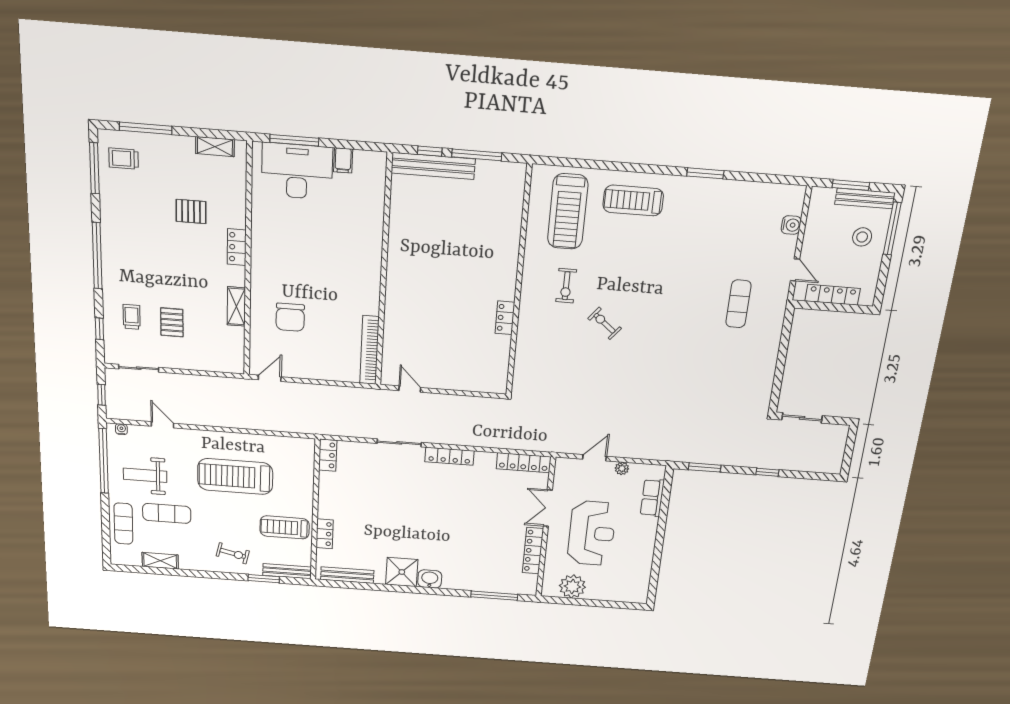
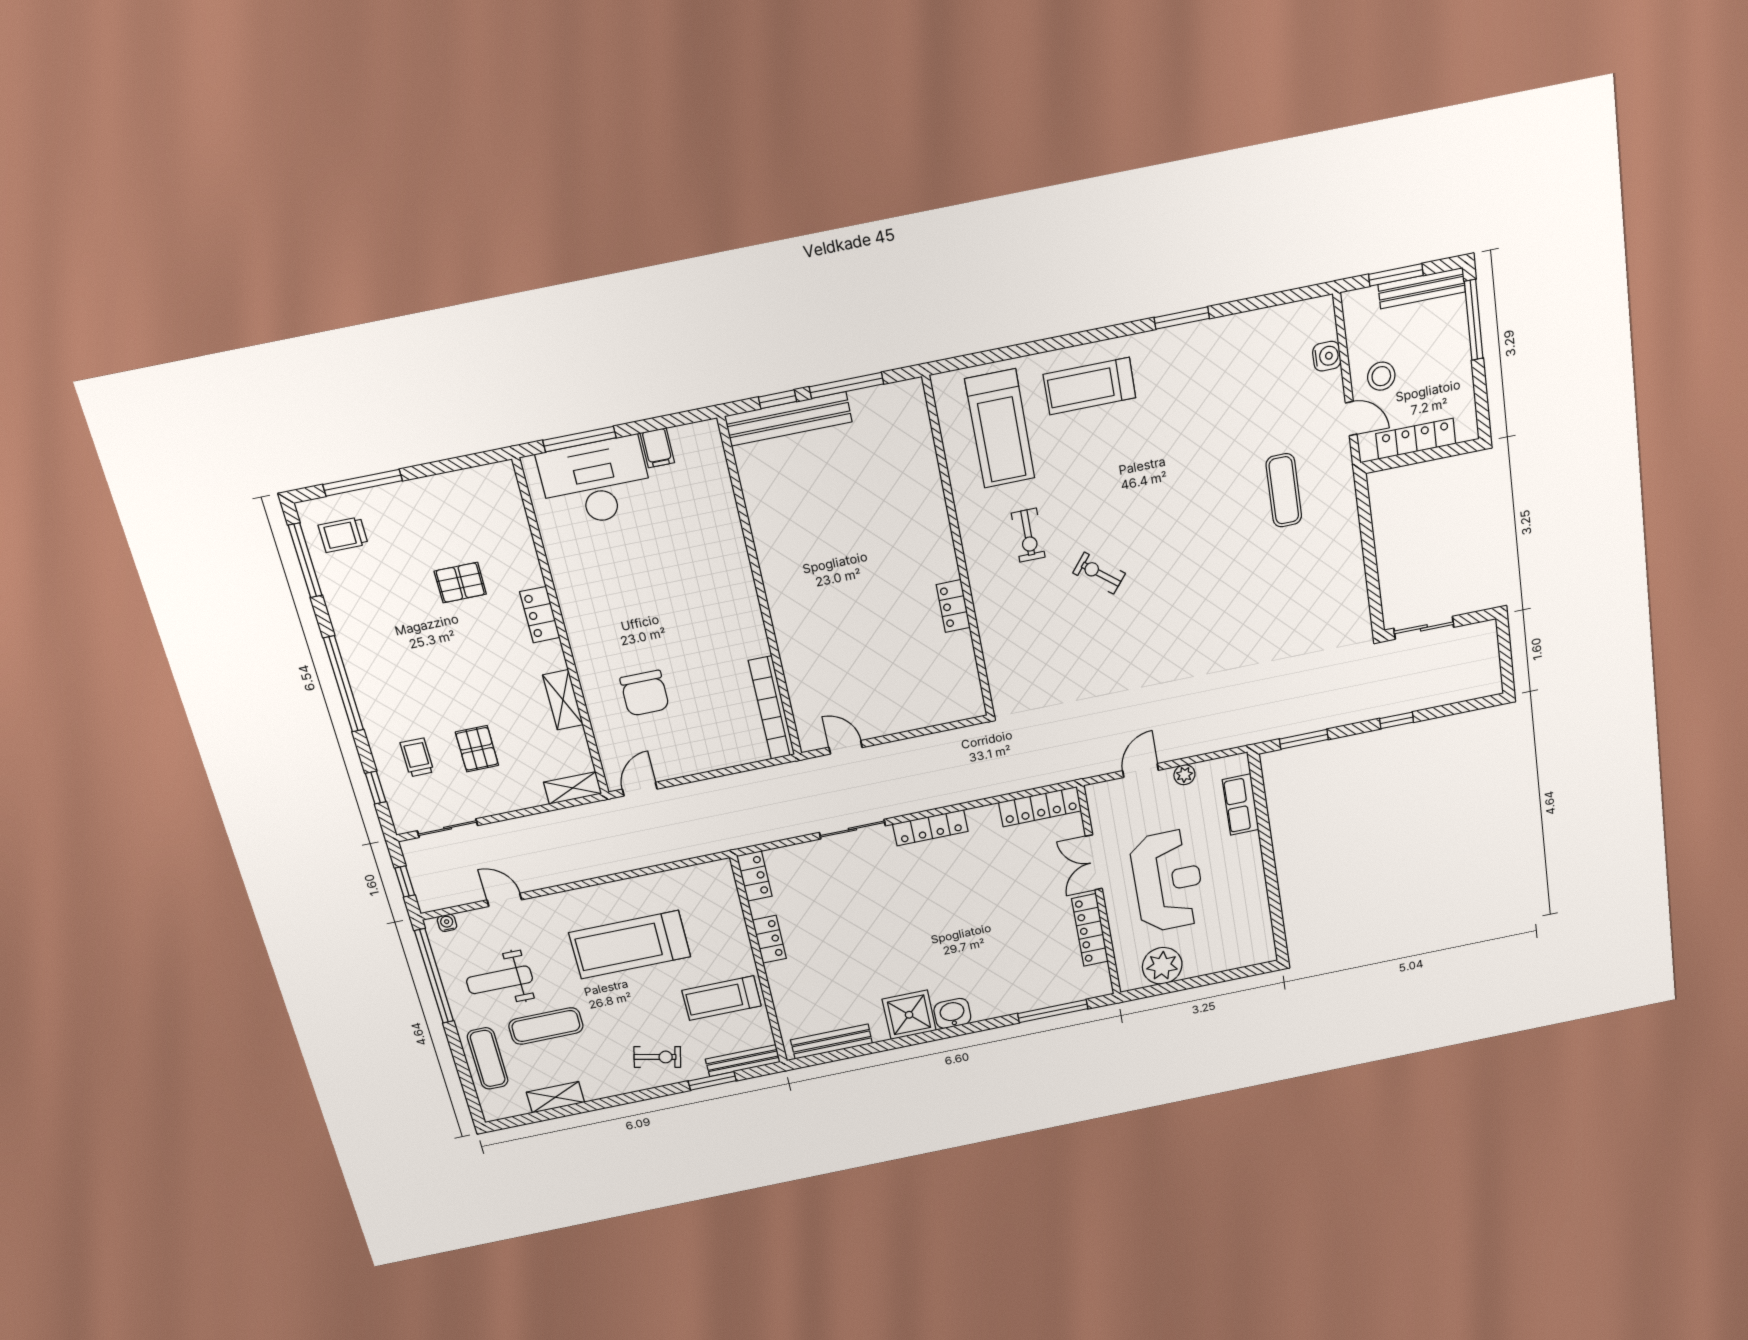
shelving: (215, 147) -> (573, 788), moved
stool: (862, 237) -> (1381, 376), moved
locker: (325, 534) -> (769, 939), moved

